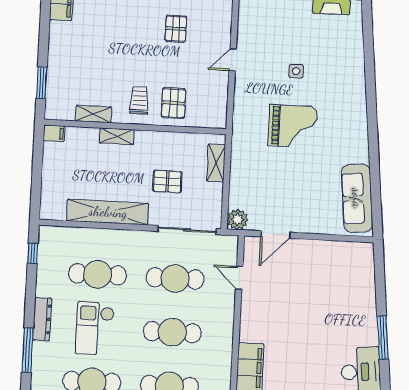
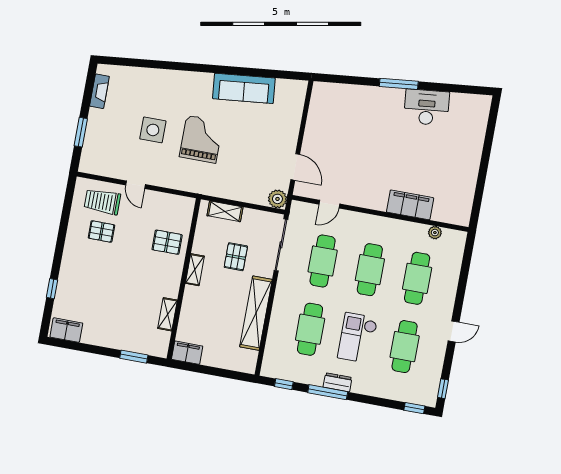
side table: (296, 71) -> (153, 130), width x1.87, depth x1.87
trolley: (139, 100) -> (102, 202), moved, width x1.36, depth x1.39
filing cabinet: (54, 133) -> (187, 353), width x2.00
shelving: (117, 136) -> (195, 270), moved
sofa: (357, 198) -> (244, 88), moved
dresser: (42, 319) -> (338, 382), width x0.70
checkout: (95, 328) -> (358, 338), turned 90
window: (28, 350) -> (328, 392), moved

